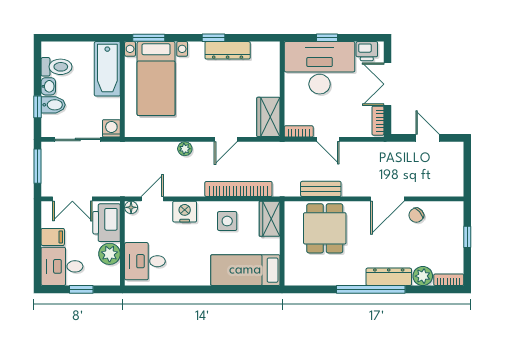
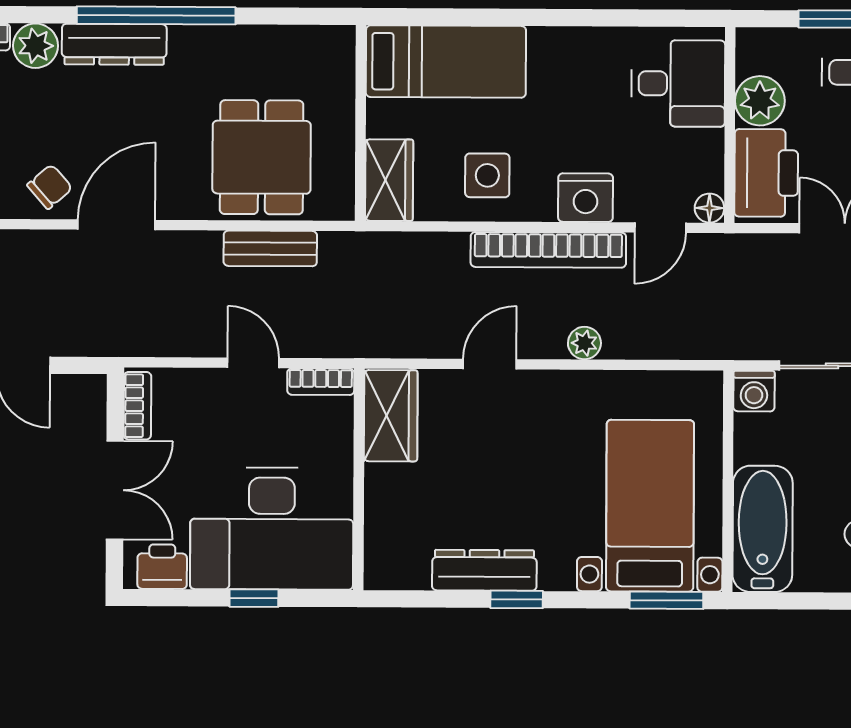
bookcase: (238, 189) -> (548, 250), moved

